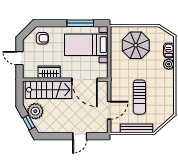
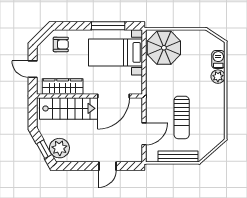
parasol: (136, 45) -> (164, 48), moved
wardrobe: (49, 72) -> (63, 86), width x1.50
door: (85, 80) -> (114, 96), hinge flipped
plant: (35, 111) -> (59, 148), moved

